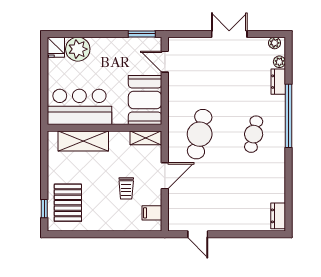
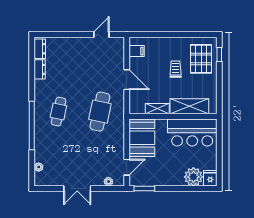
plant: (275, 43) -> (108, 182), moved
door: (165, 62) -> (127, 167), hinge flipped
dresser: (278, 82) -> (40, 69), moved
shelving: (146, 138) -> (157, 109), moved
door: (165, 176) -> (127, 80), swing flipped
trolley: (126, 188) -> (176, 69), moved
door: (198, 234) -> (101, 35), hinge flipped

